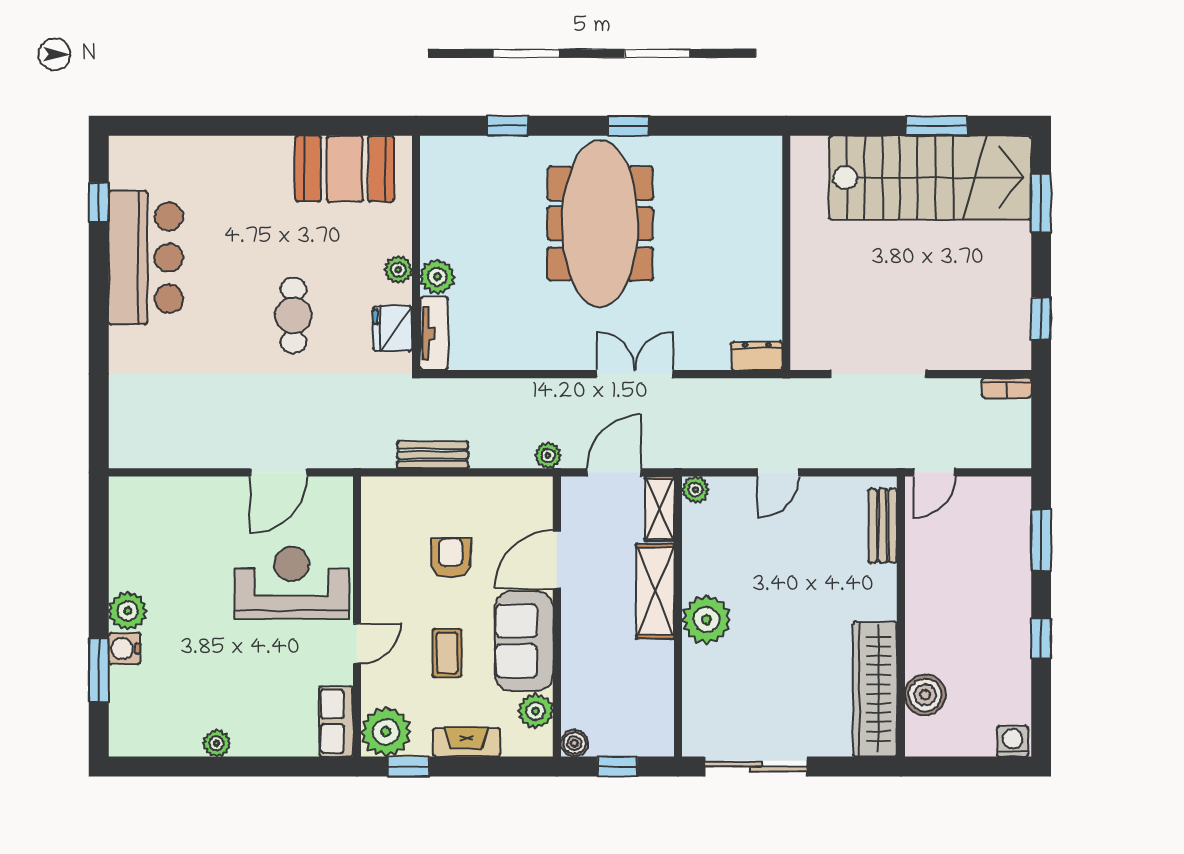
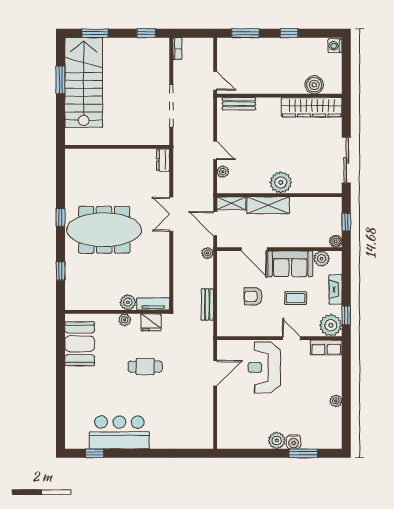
door: (279, 472) -> (215, 373), hinge flipped
plant: (695, 490) -> (223, 172), moved

